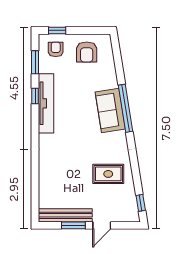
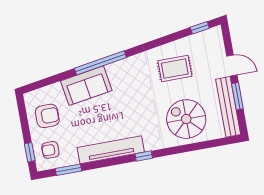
window: (35, 96) -> (144, 156), moved
sofa: (110, 110) -> (86, 86), moved
rug: (108, 174) -> (175, 69), turned 90
spiral stairs: (61, 176) -> (186, 119), added

